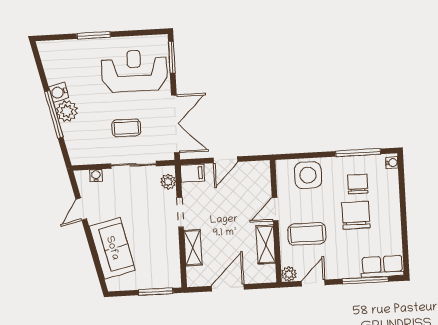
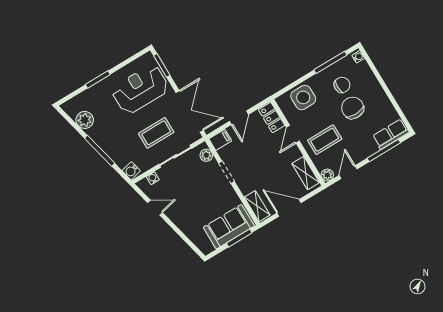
water cooler: (59, 92) -> (131, 171), moved
plant: (67, 111) -> (85, 120), moved
coffee table: (126, 128) -> (156, 133), width x1.36, depth x1.30
locker: (262, 179) -> (272, 117), added
chair: (358, 184) -> (342, 85), turned 90
door: (81, 209) -> (155, 208), swing flipped
shelving: (266, 244) -> (306, 173), moved
sofa: (112, 248) -> (229, 227), moved, turned -77
shelving: (193, 248) -> (257, 206), moved
door: (228, 288) -> (289, 208), hinge flipped

